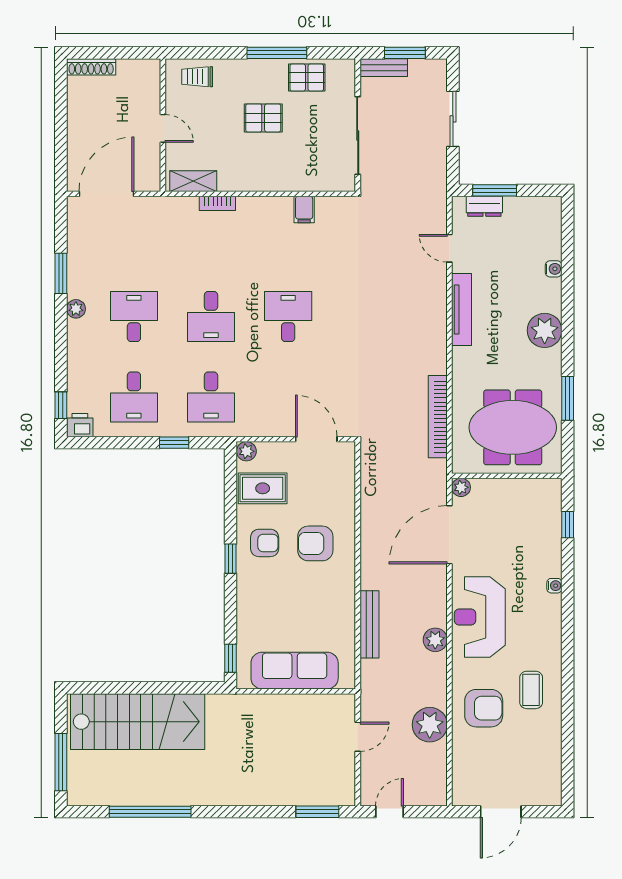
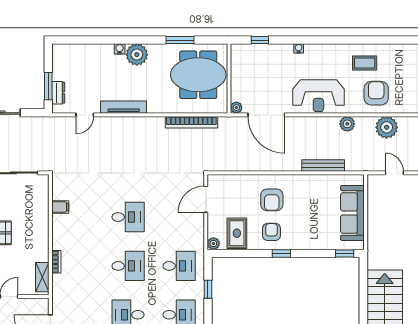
water cooler: (554, 269) -> (120, 49), moved
desk: (288, 317) -> (128, 217), turned 180
meeting table: (513, 427) -> (198, 75), turned 90
plant: (435, 640) -> (347, 124), moved

